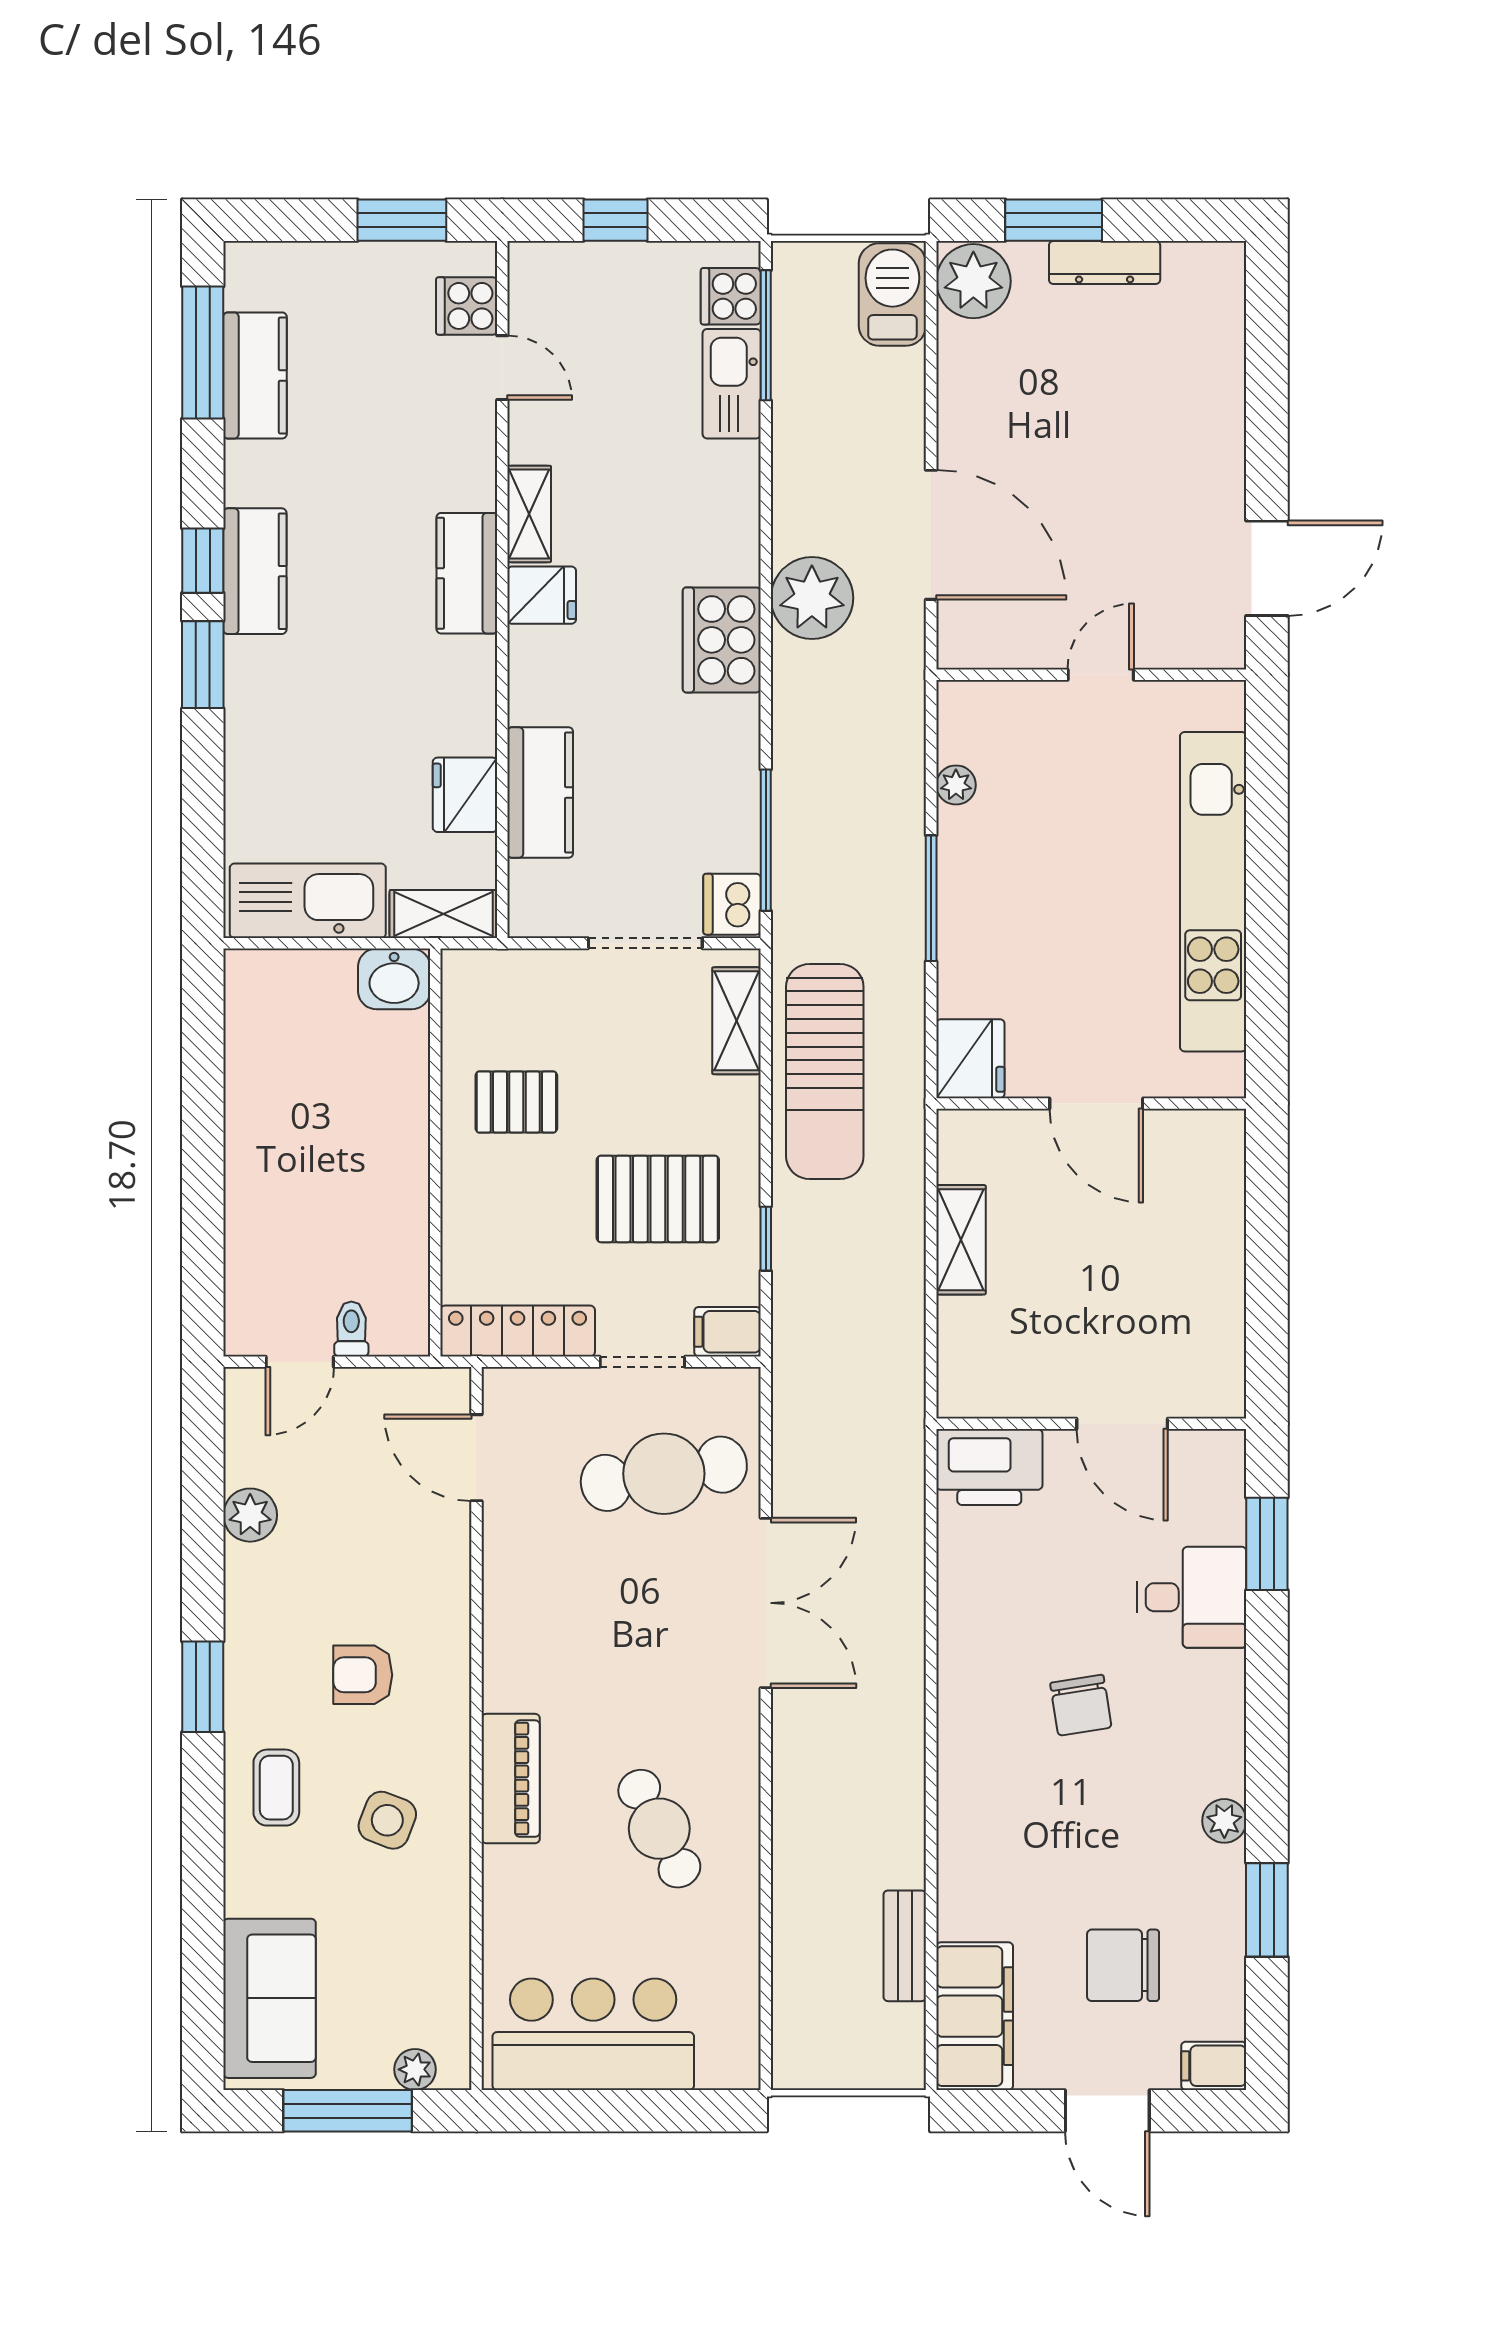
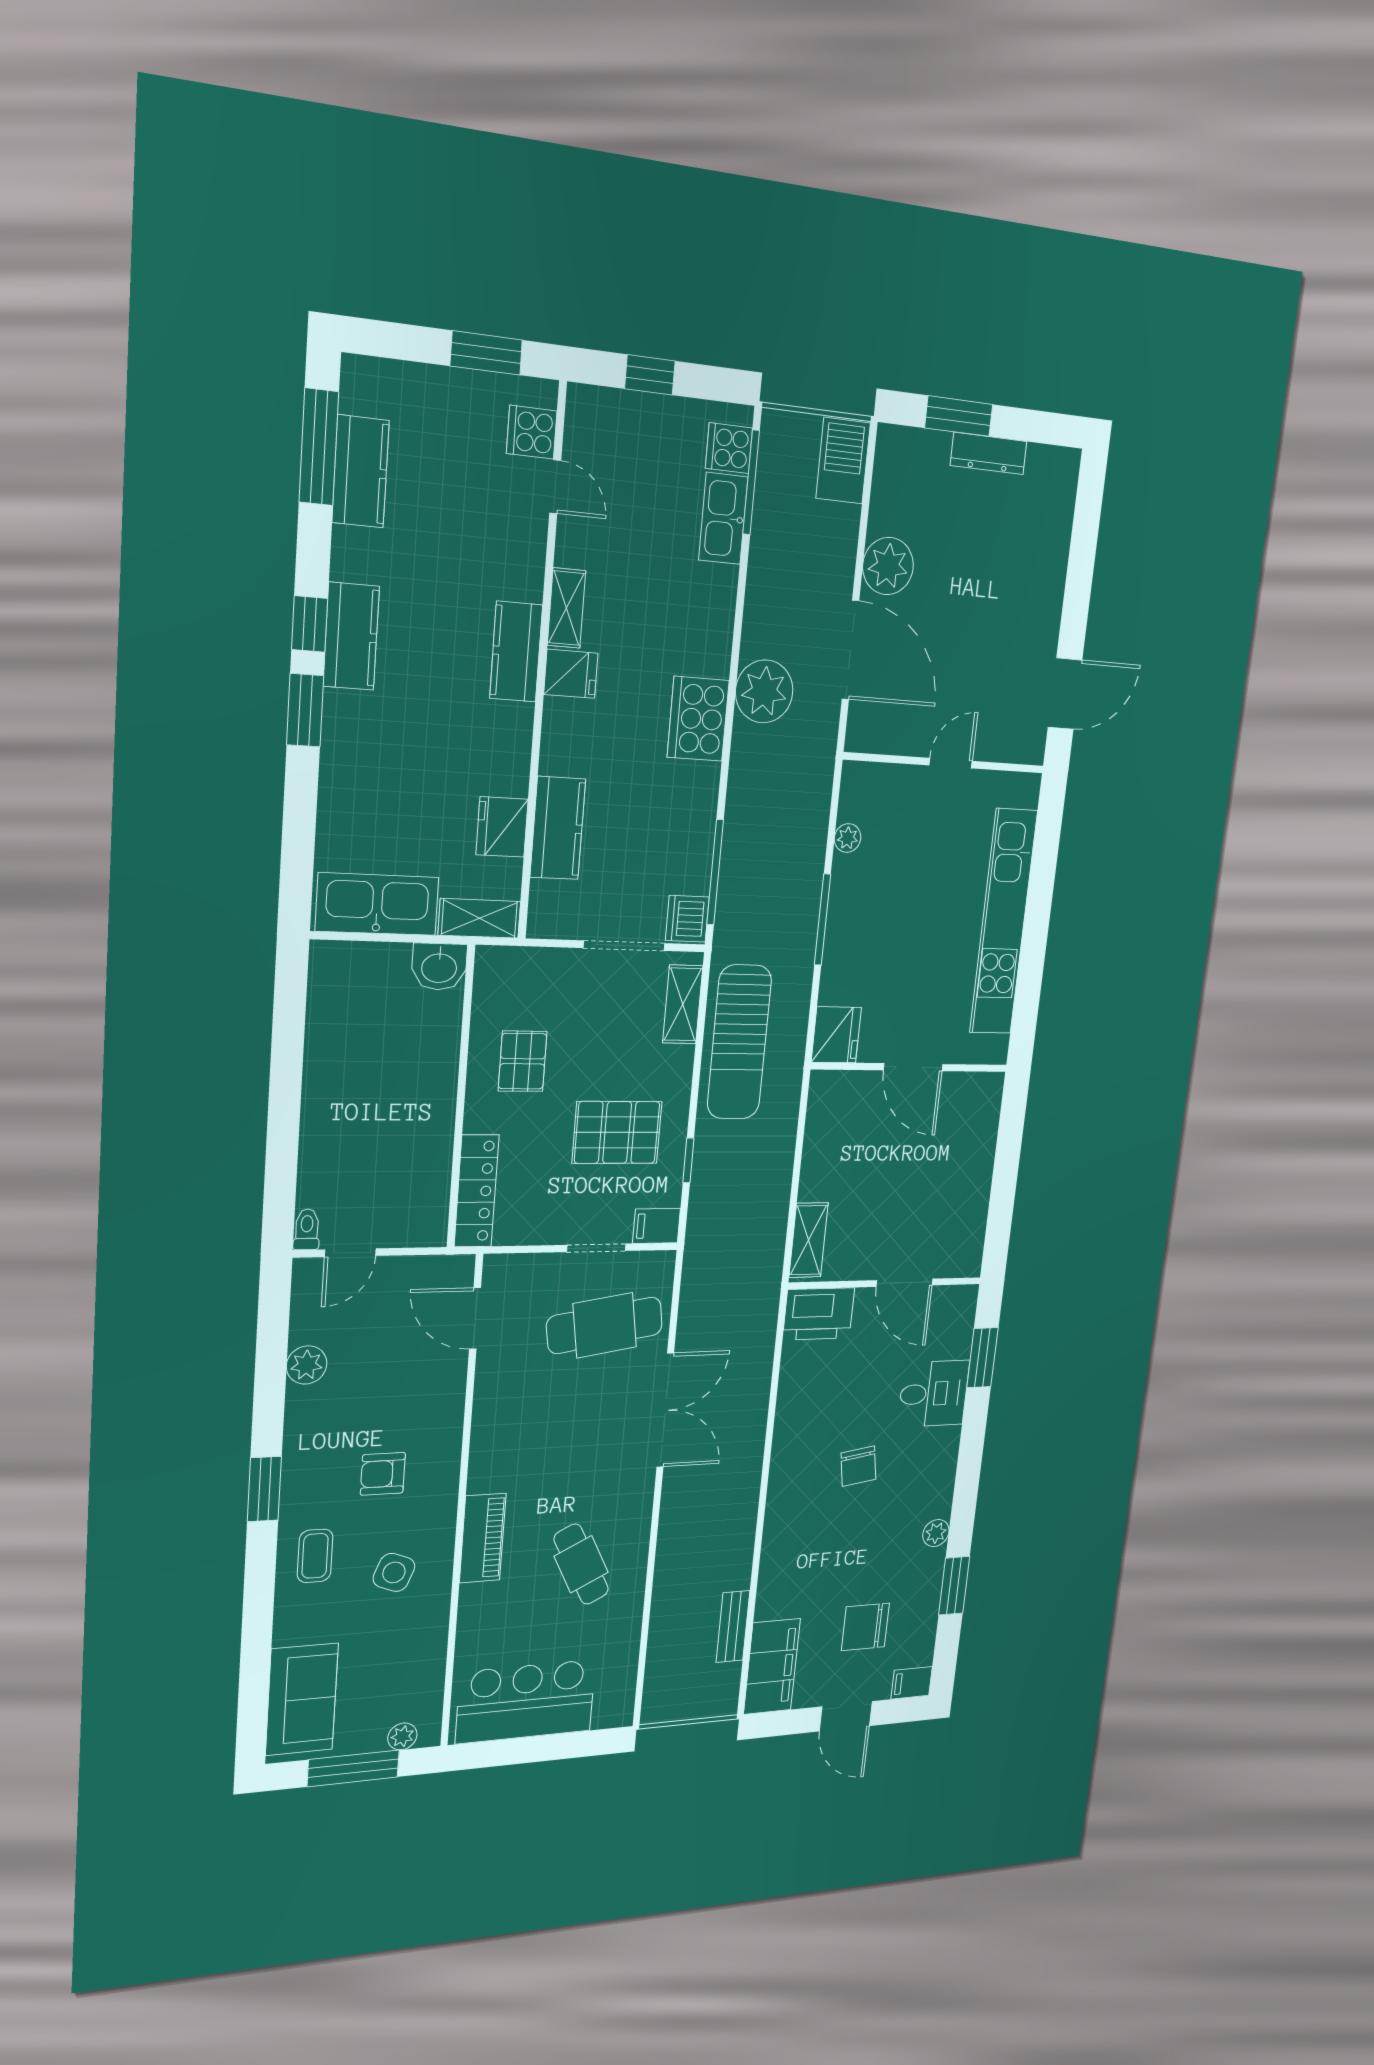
plant: (973, 281) -> (888, 566), moved
pallet: (516, 1102) -> (523, 1061), turned 90
shelving: (961, 1240) -> (808, 1240), moved
toilet: (351, 1329) -> (307, 1229), moved
locker: (518, 1331) -> (477, 1191), moved, turned 90

